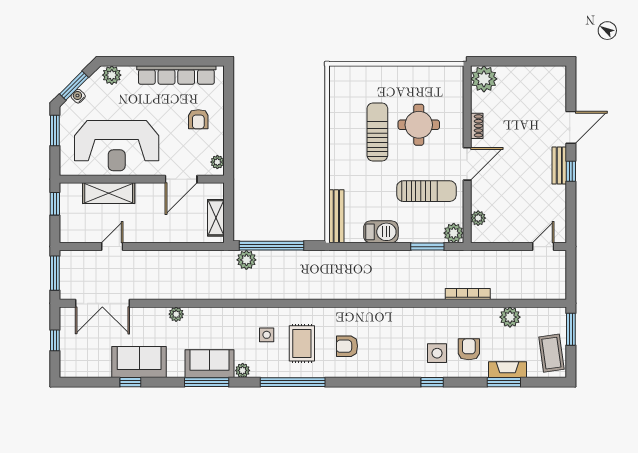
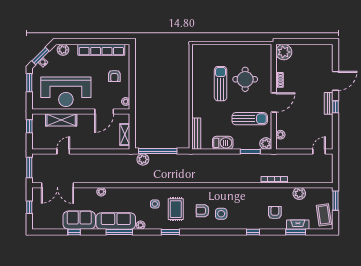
side table: (437, 353) -> (221, 214), moved
sofa: (210, 364) -> (116, 221), width x1.36
window: (293, 382) -> (170, 232), width x0.47

